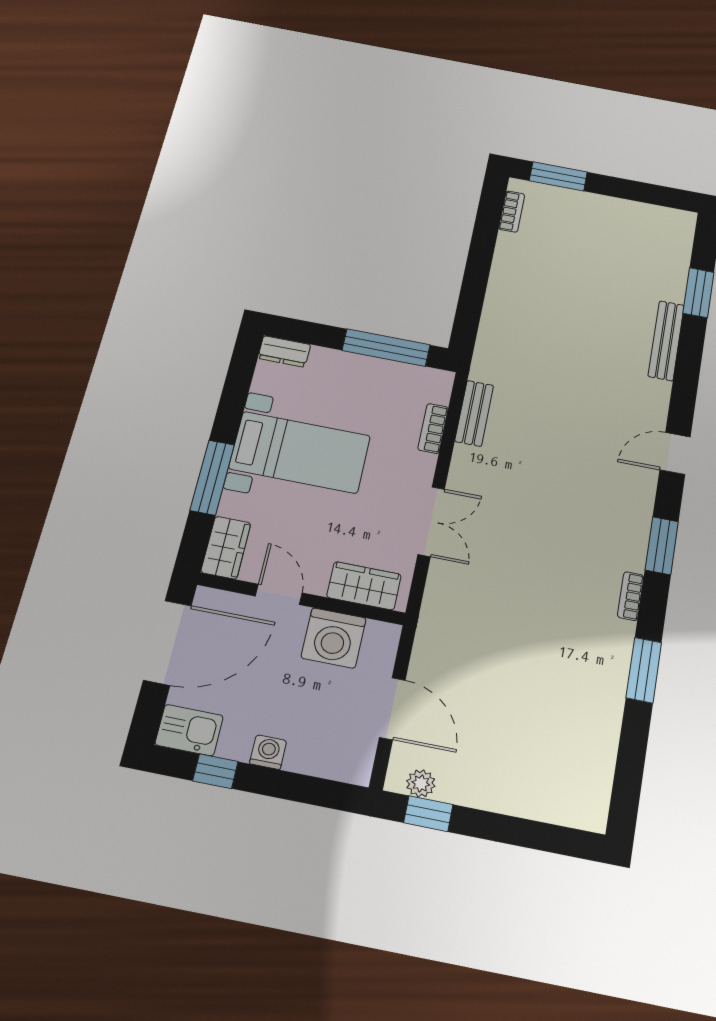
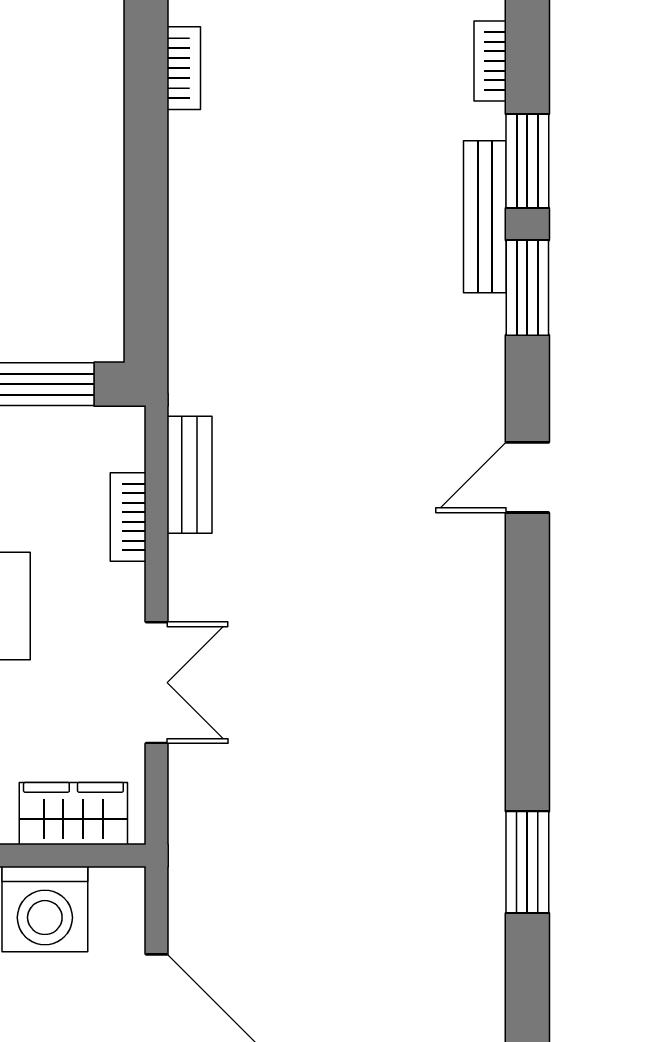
bench: (666, 341) -> (485, 217), moved
window: (662, 546) -> (527, 288), moved
bookcase: (631, 596) -> (490, 61), moved

